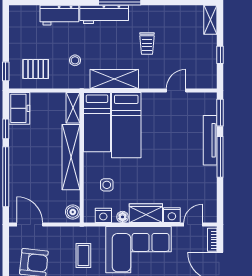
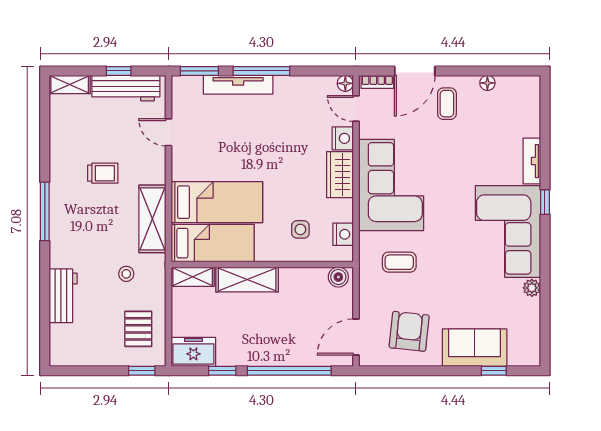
workbench: (104, 14) -> (126, 88), moved, turned 90
shelving: (71, 157) -> (247, 279), width x0.68
floor lamp: (123, 217) -> (345, 83), moved

